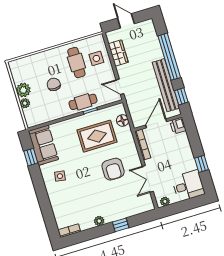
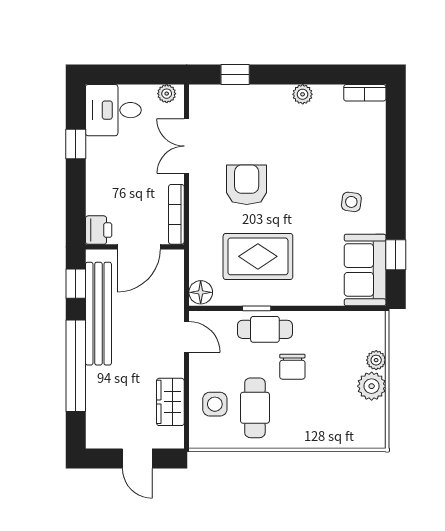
chair: (54, 84) -> (292, 367), moved
floor lamp: (123, 120) -> (201, 292), moved
double door: (148, 179) -> (187, 146), swing flipped
window: (121, 225) -> (235, 75), moved

